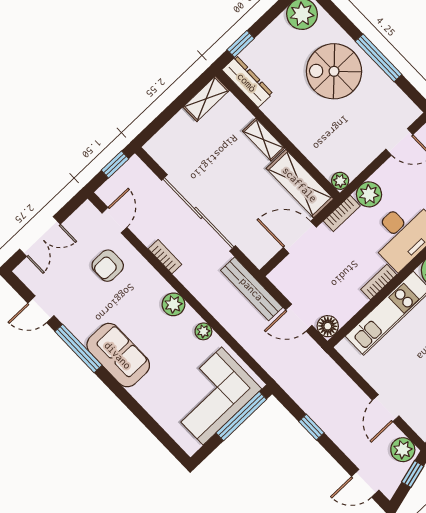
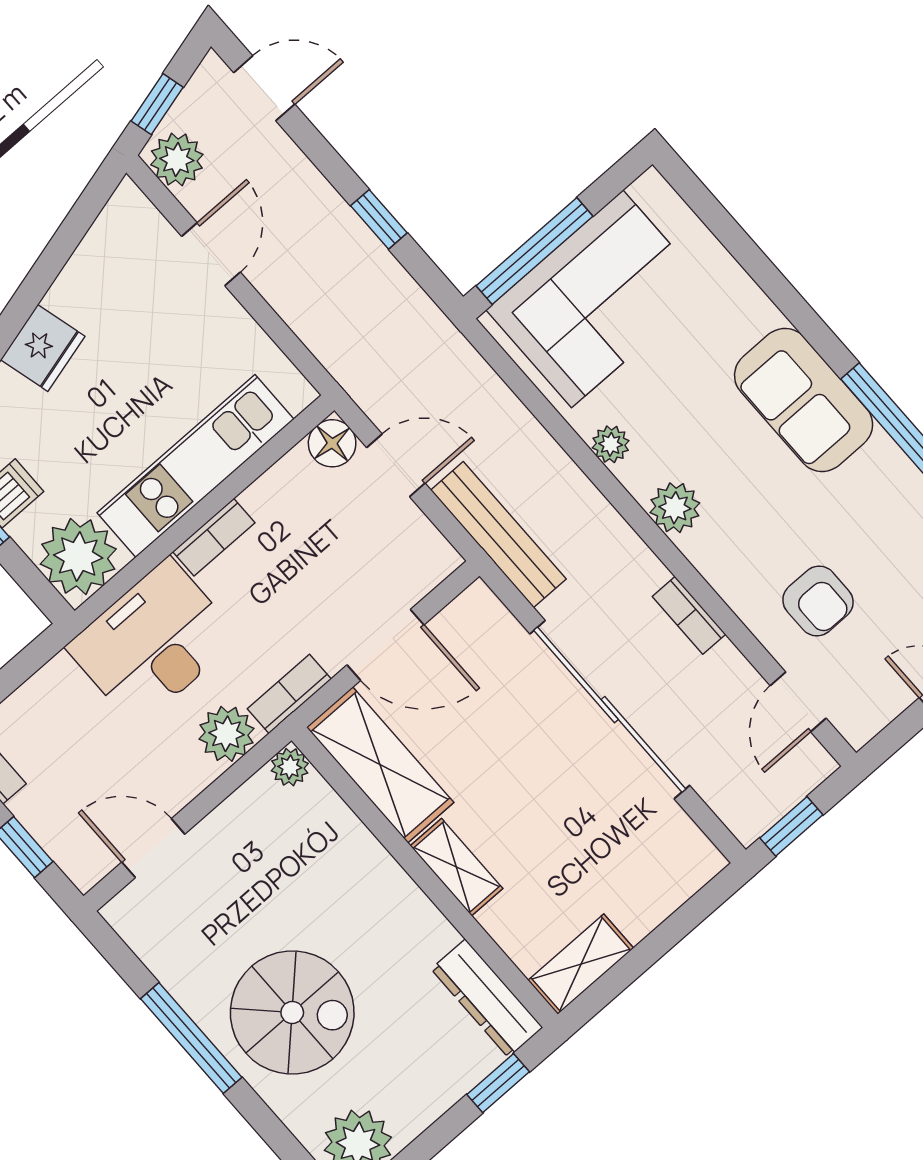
armchair: (108, 266) -> (818, 601), turned 90

